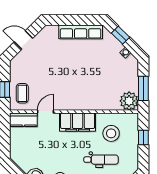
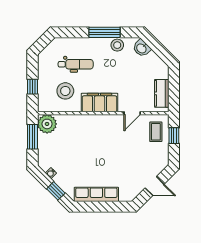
kitchen counter: (23, 120) -> (162, 93), moved, turned -90
dental chair: (101, 160) -> (76, 64), turned 180

